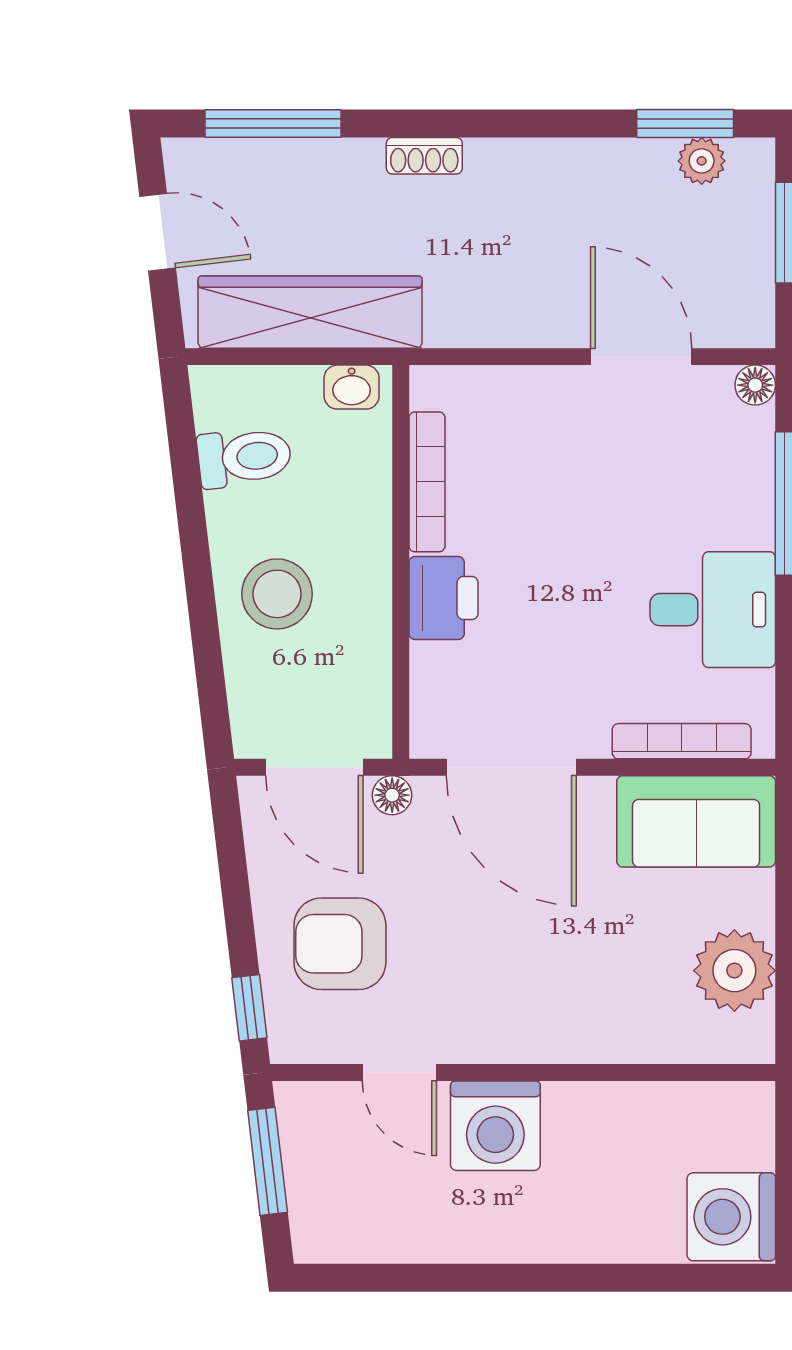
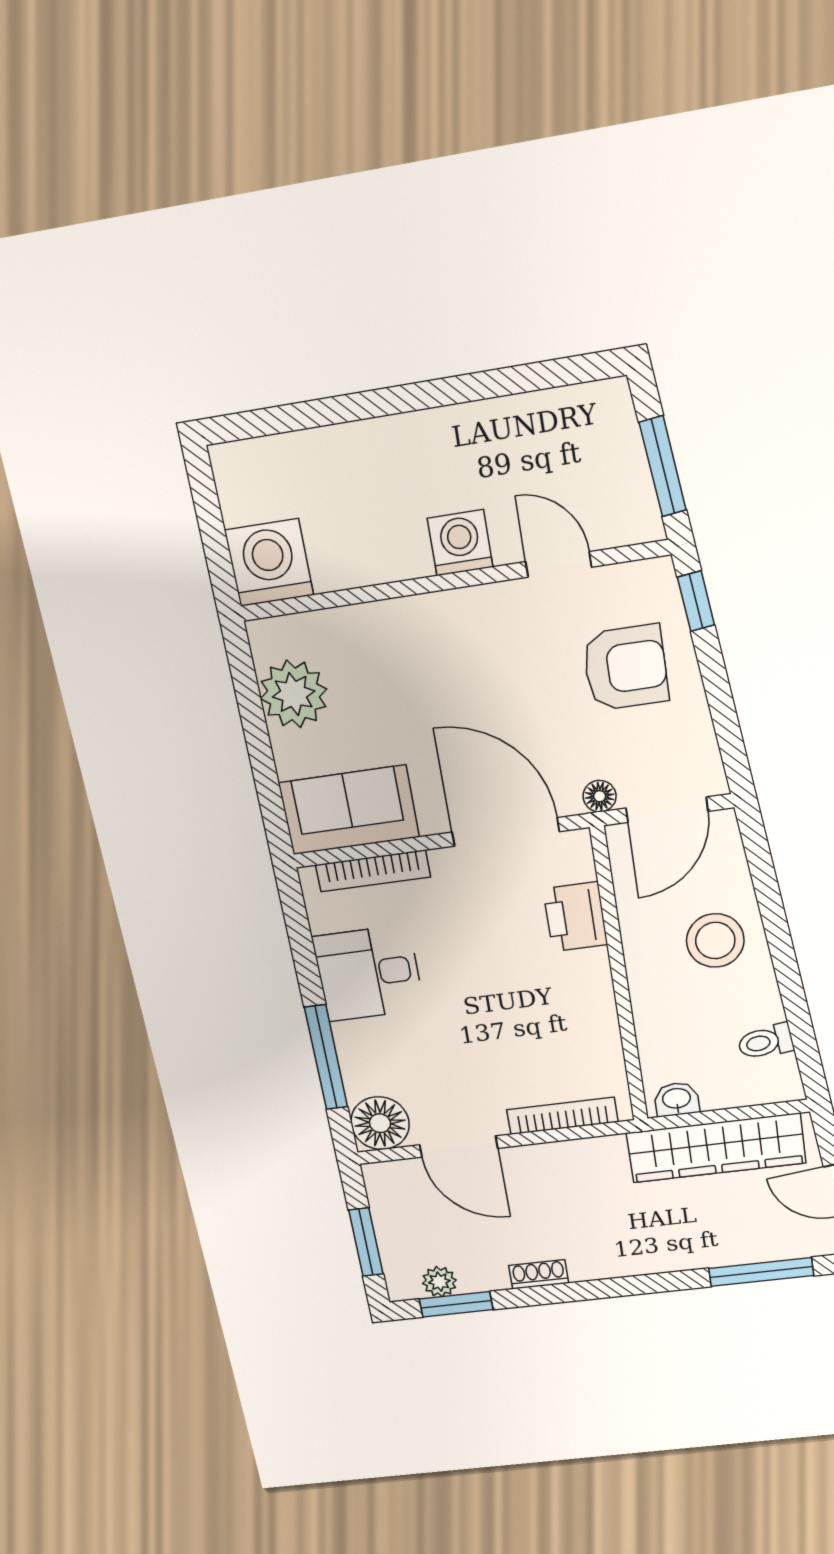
shoe rack: (424, 156) -> (539, 1274), moved
floor lamp: (755, 385) -> (380, 1123), width x1.89, depth x1.89
toilet: (244, 457) -> (766, 1042), width x0.73, depth x0.72
bookcase: (427, 482) -> (562, 1116), moved, turned 90
printer: (443, 598) -> (575, 917), moved
door: (314, 767) -> (667, 810), swing flipped
washing machine: (495, 1126) -> (460, 543), width x0.73, depth x0.73
washing machine: (731, 1217) -> (269, 563), moved, turned -90

